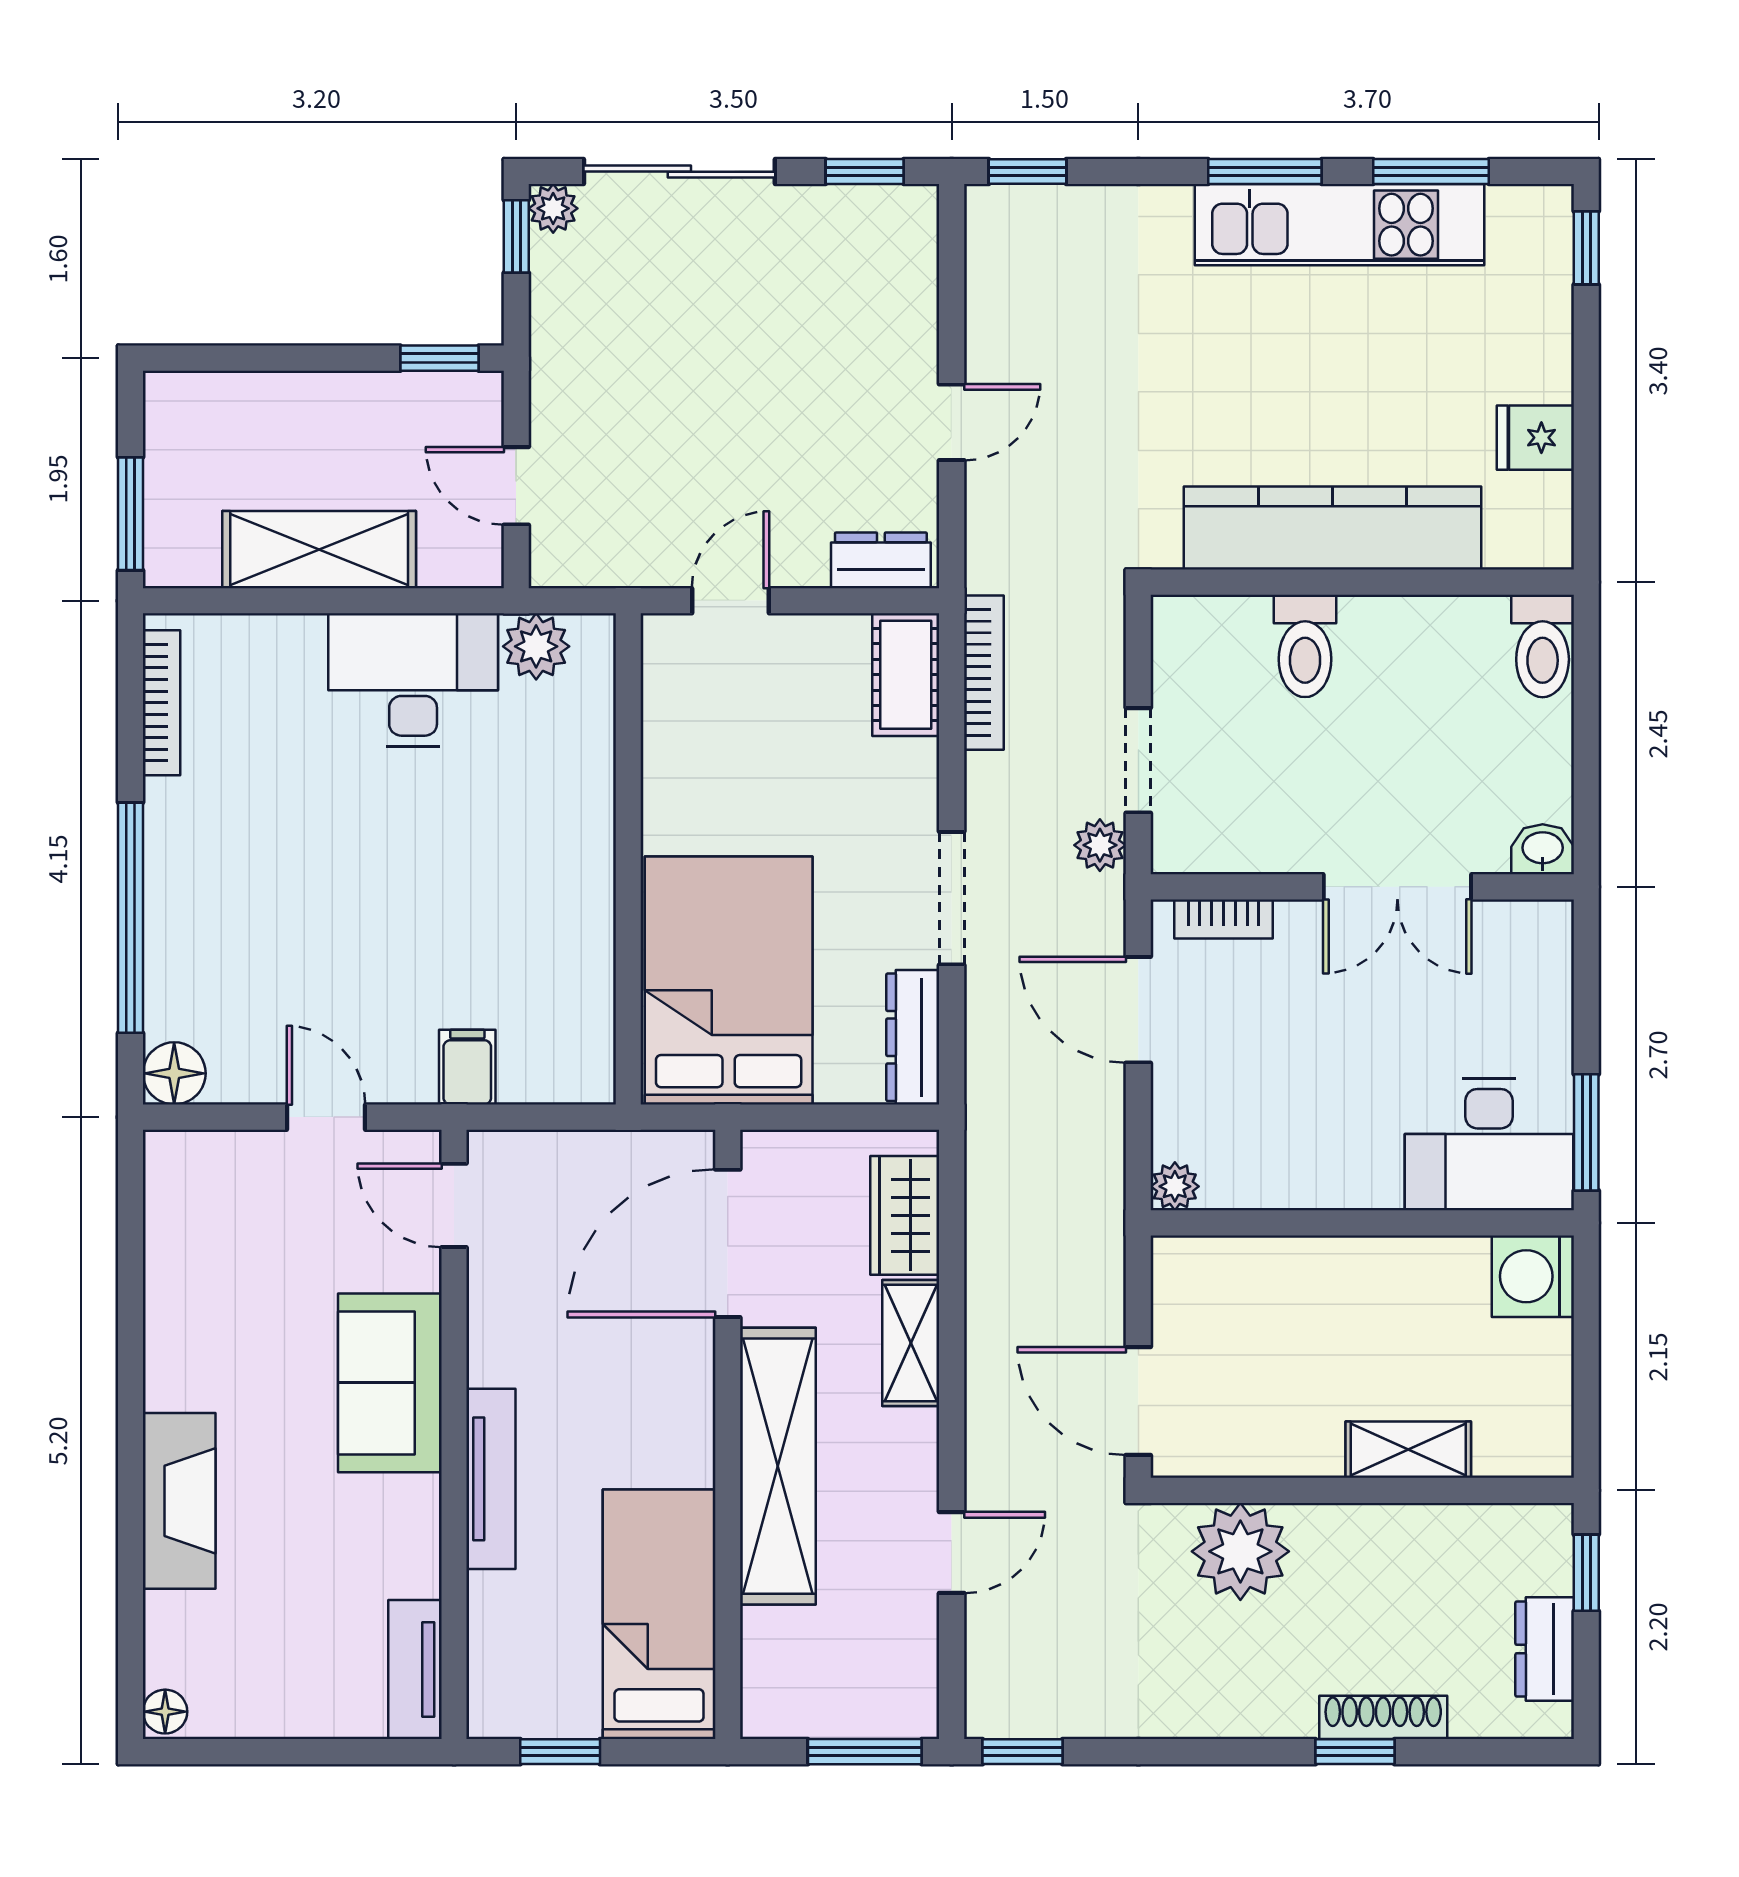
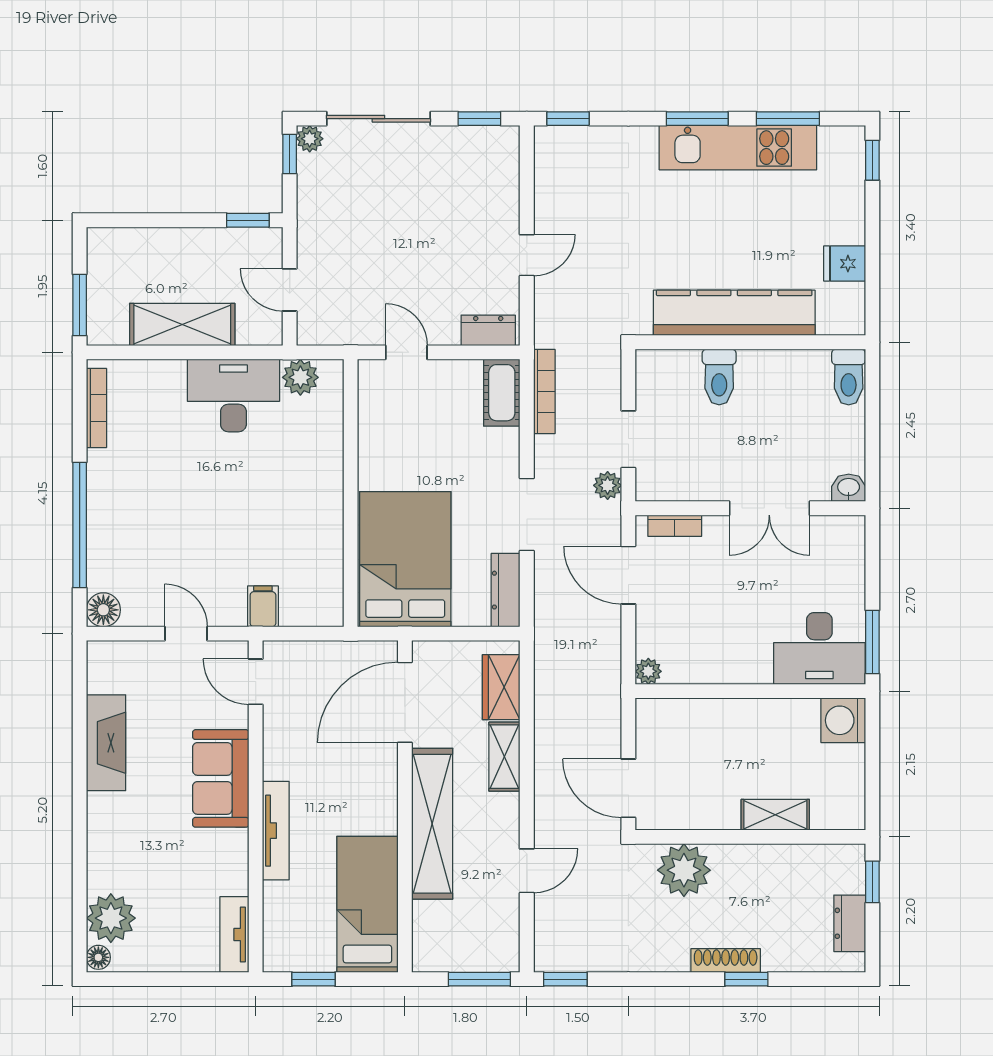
door: (731, 601) -> (406, 352), hinge flipped
fireplace: (179, 1501) -> (106, 743), moved
plant: (188, 1639) -> (111, 918), added
shoe rack: (1383, 1717) -> (726, 961), moved

